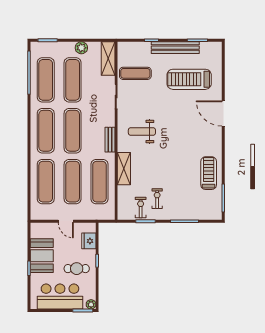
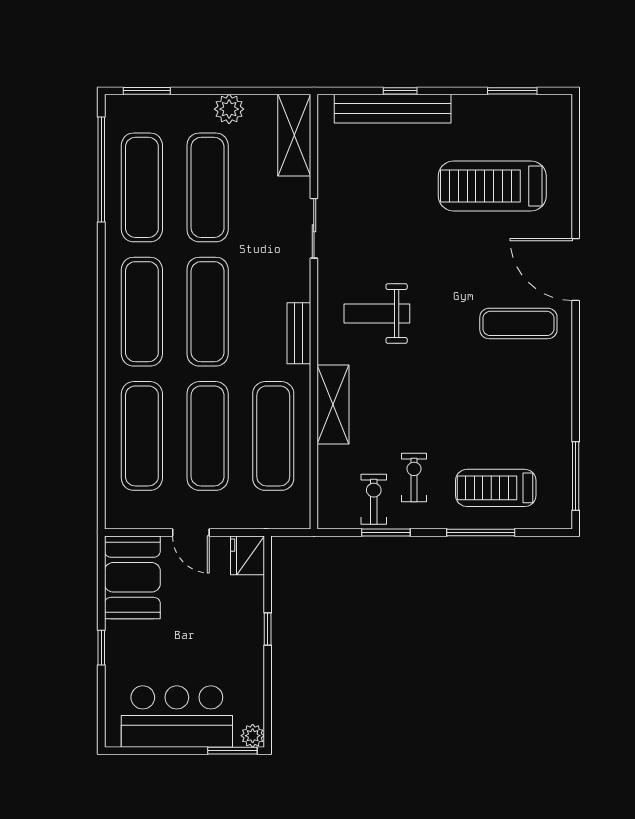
bench: (175, 48) -> (393, 109), moved
exercise mat: (135, 73) -> (518, 323), moved
treadmill: (209, 173) -> (496, 488), moved, turned -90
fridge: (89, 241) -> (247, 555), moved
booth: (42, 256) -> (132, 577), moved
cafe table: (77, 269) -> (218, 648), removed

